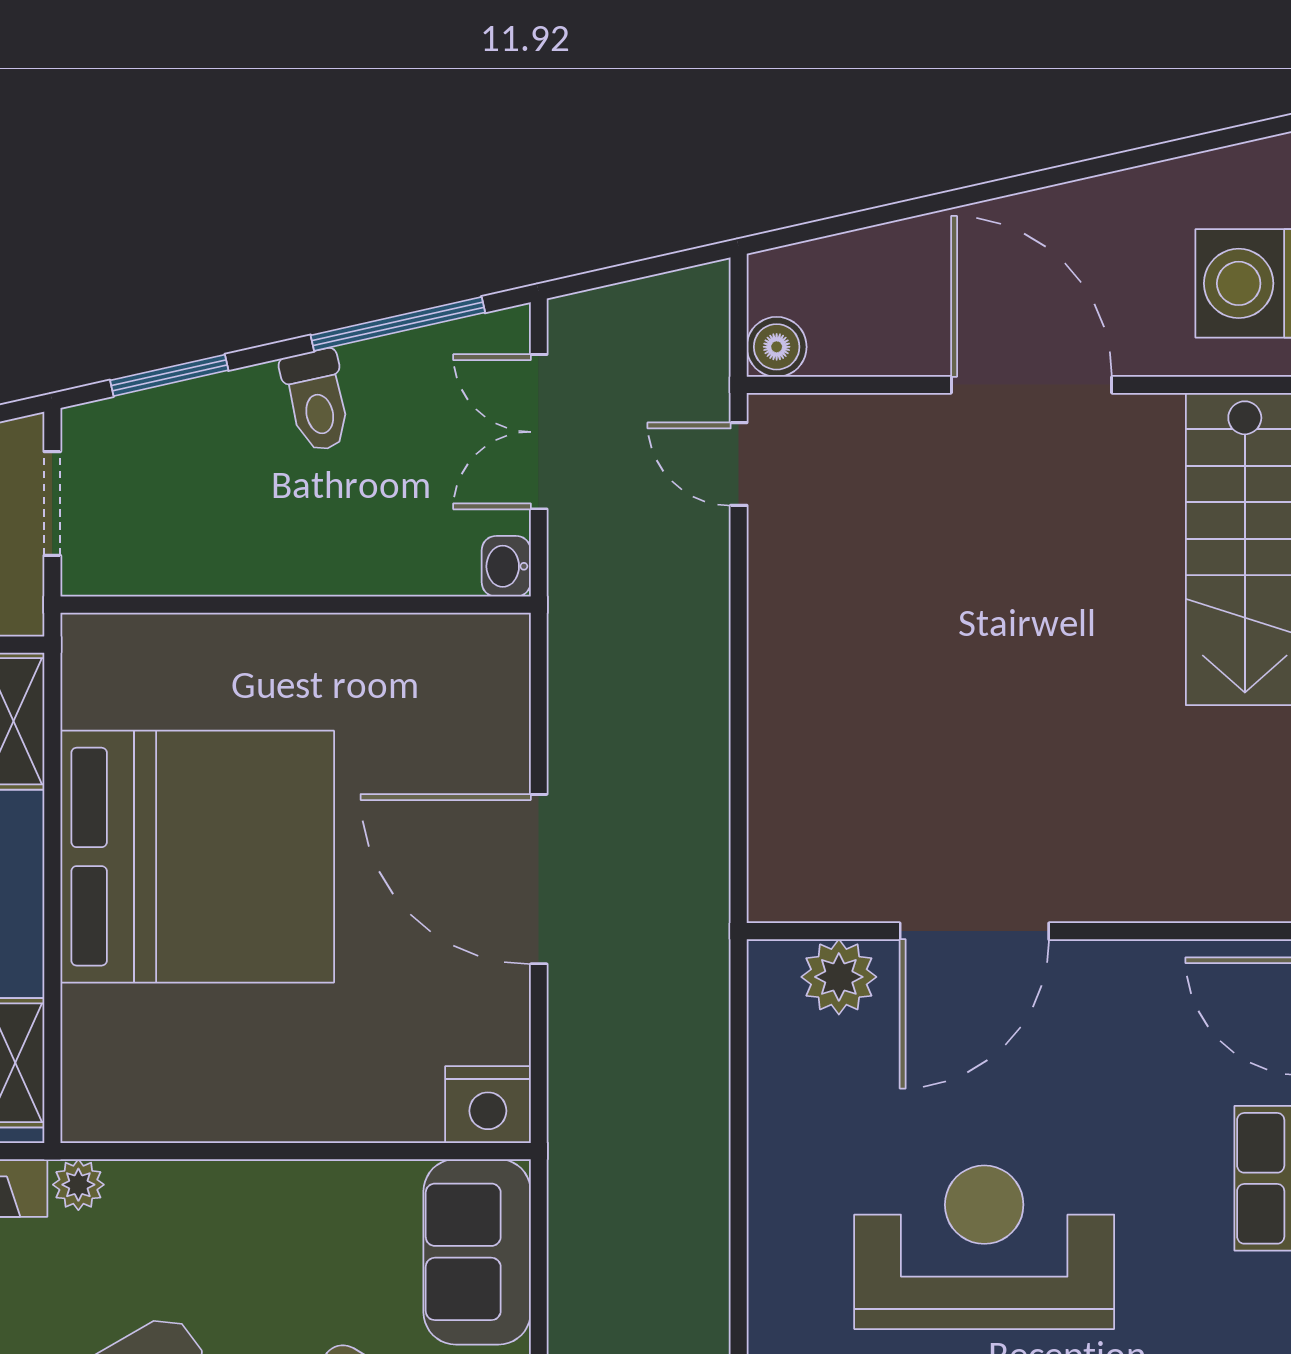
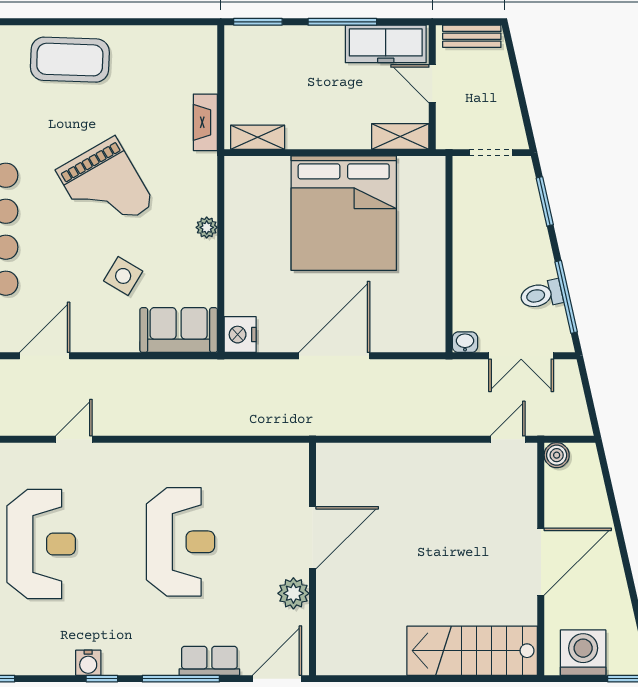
toilet: (317, 401) -> (541, 295), moved
double door: (539, 432) -> (521, 356), swing flipped
door: (974, 931) -> (313, 538), swing flipped
plant: (839, 977) -> (293, 593), moved
plant: (78, 1185) -> (207, 227), moved

